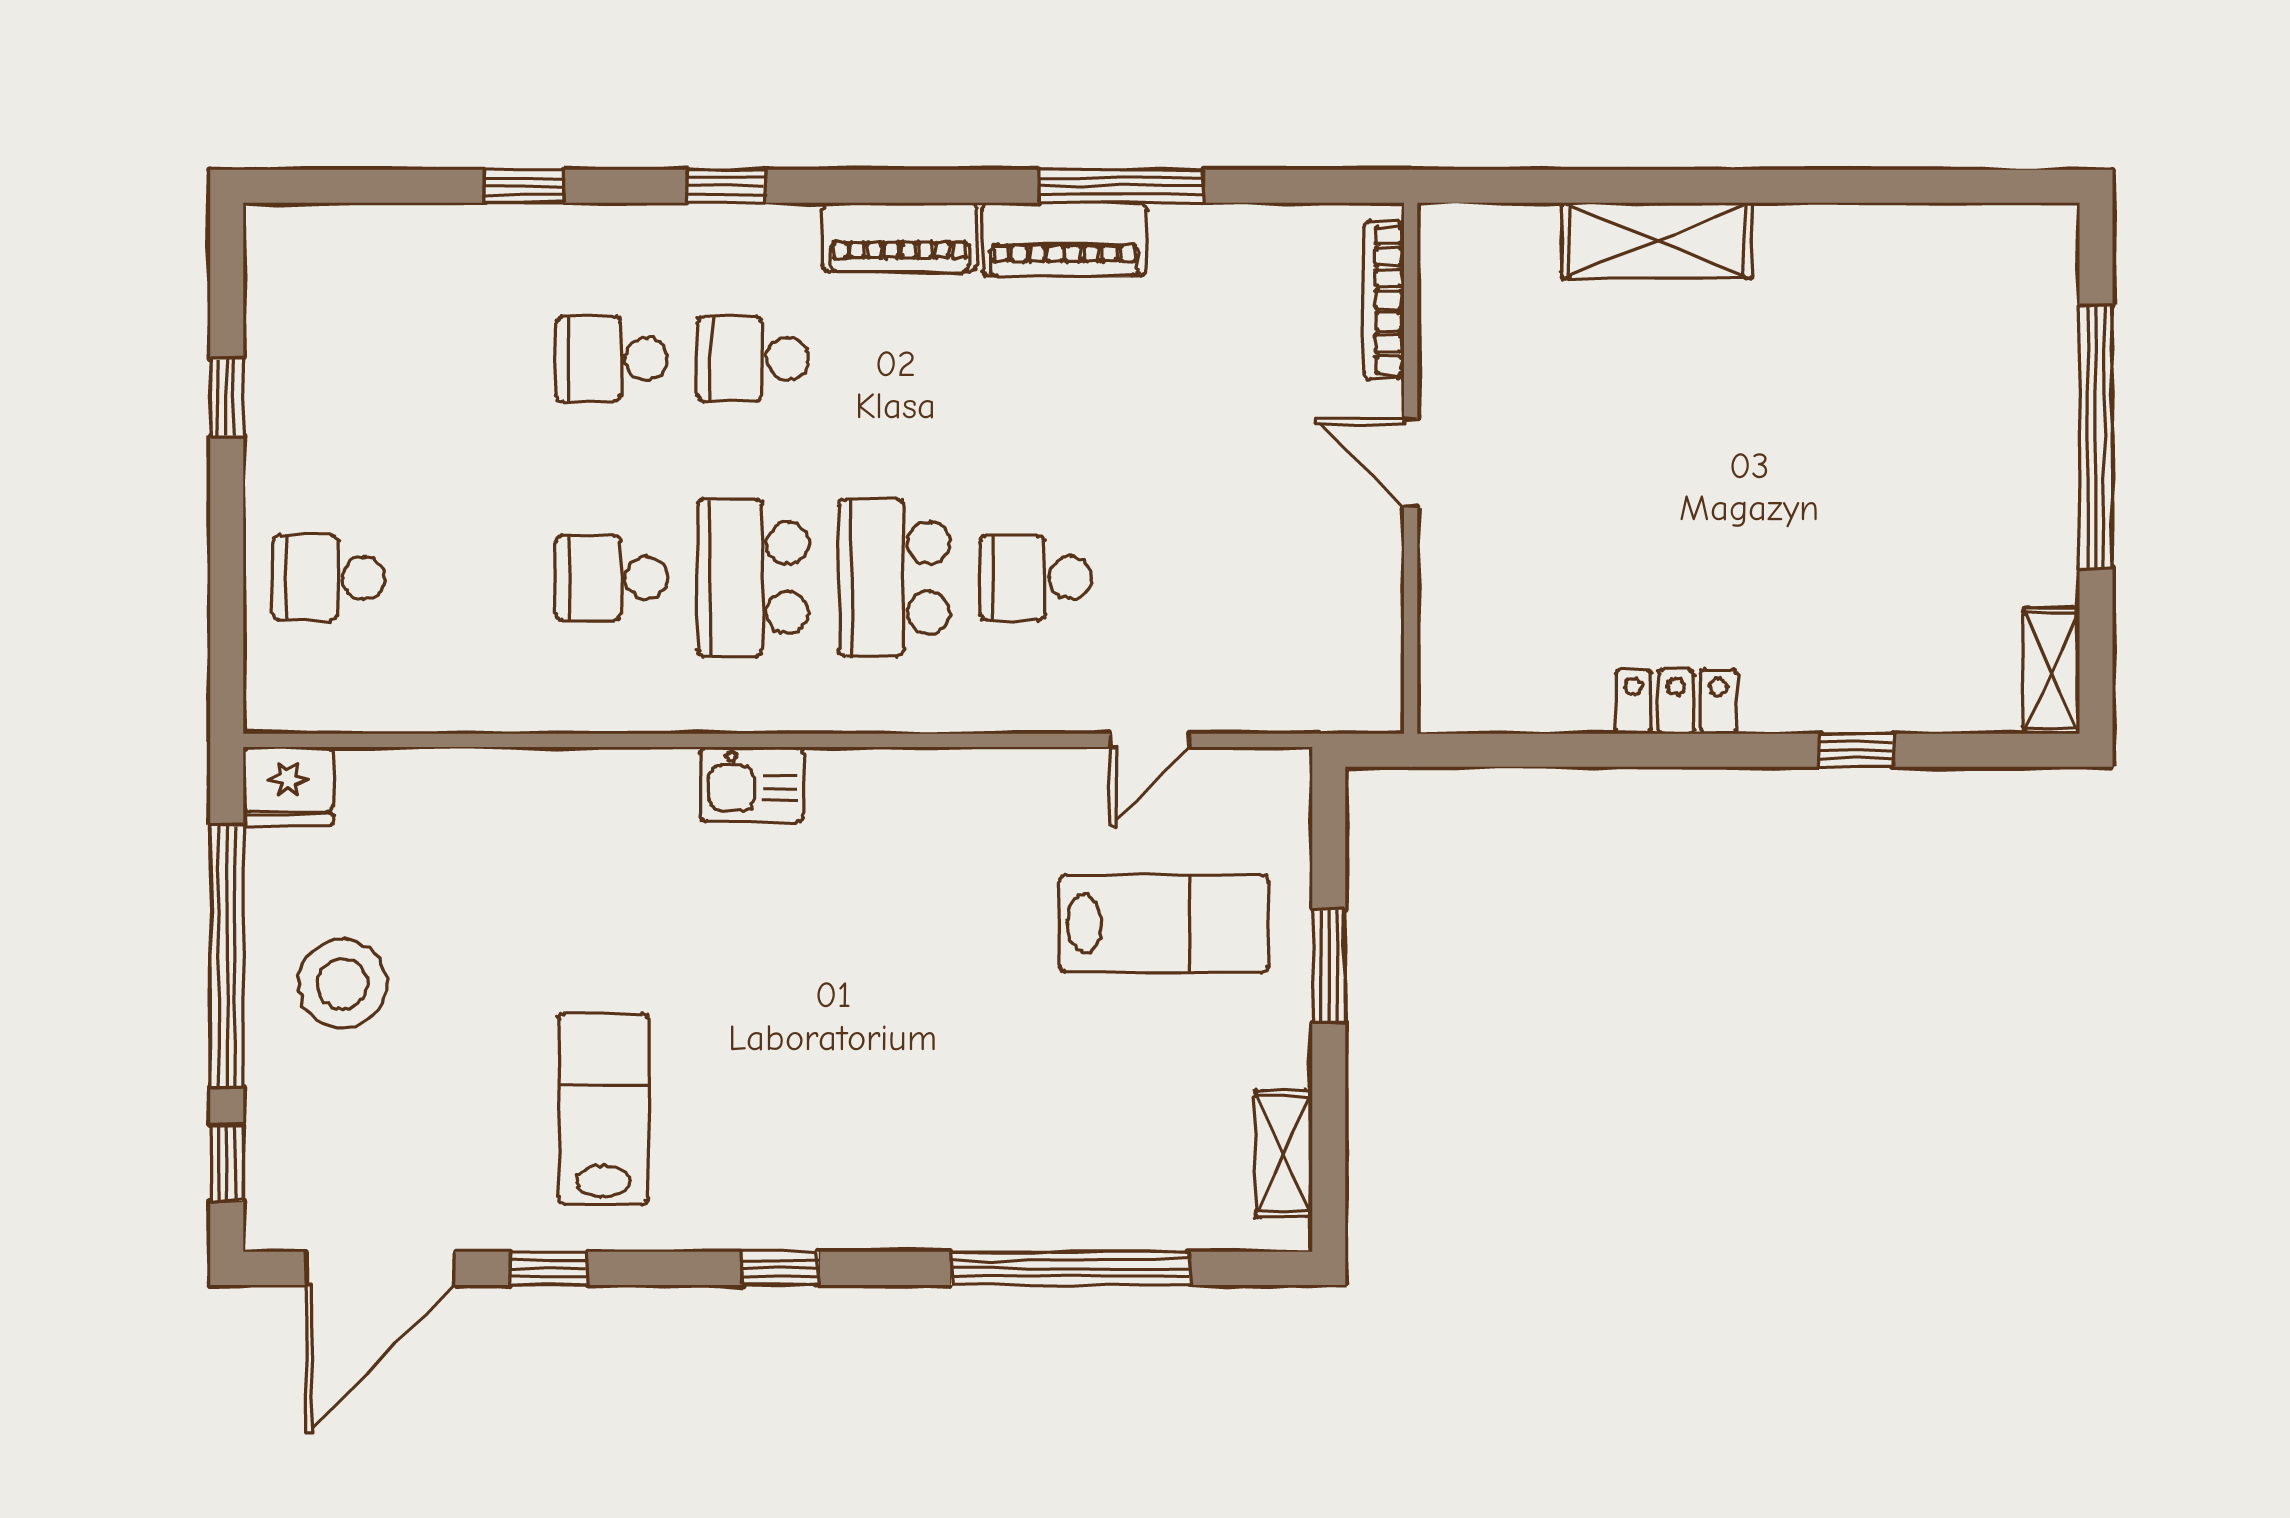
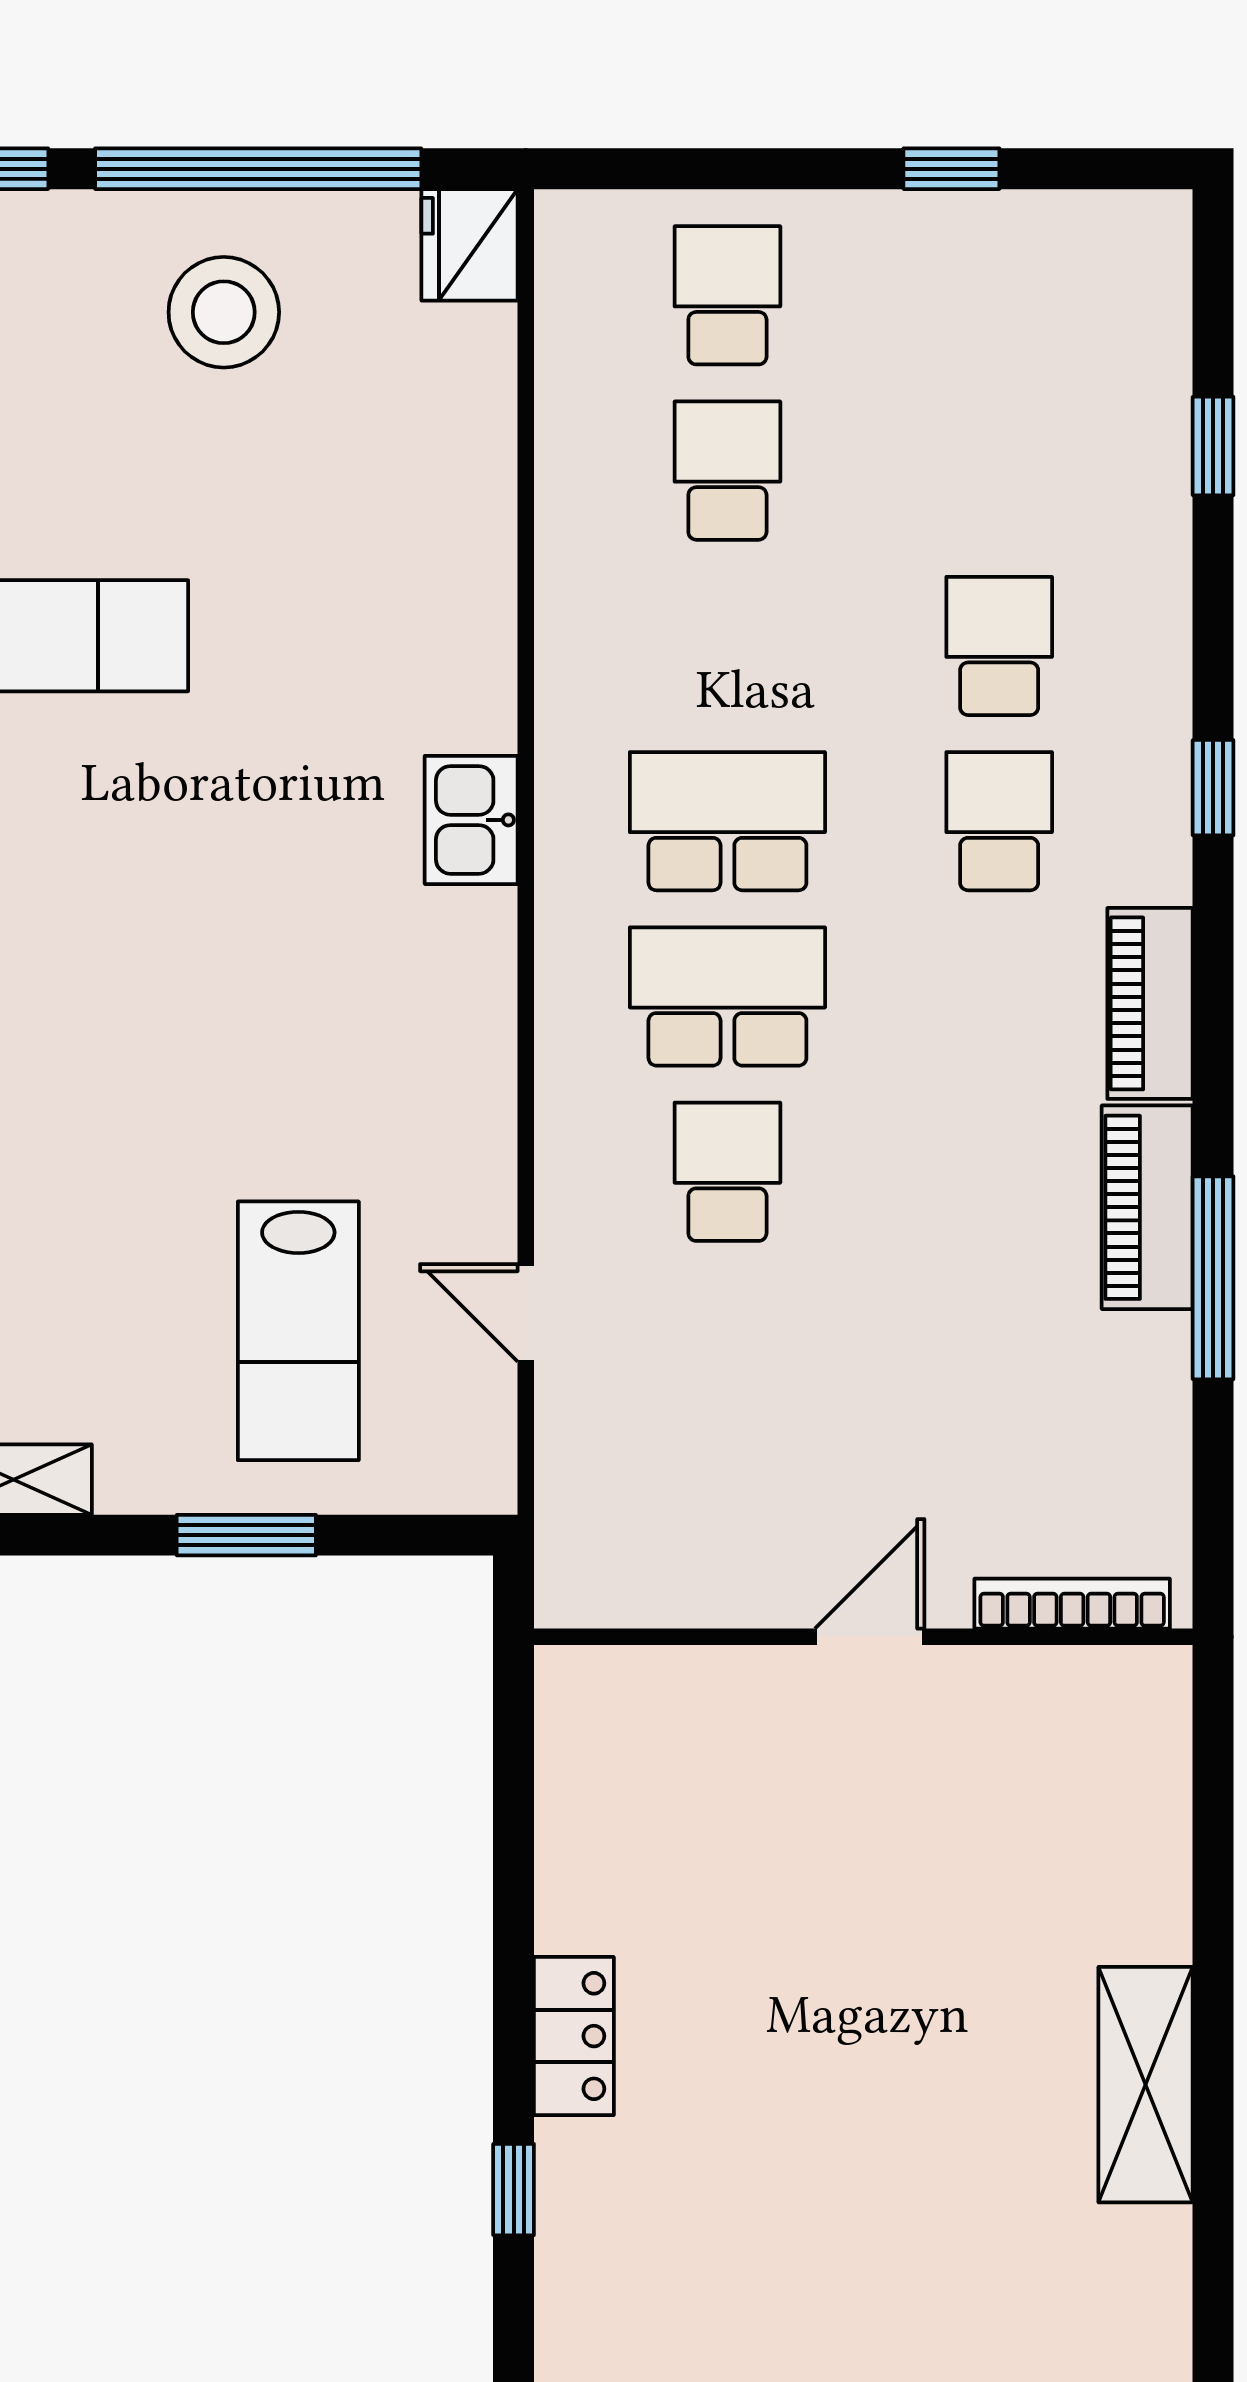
window: (524, 186) -> (1213, 446), moved
shelving: (1657, 241) -> (1146, 2085), moved
school desk: (612, 578) -> (727, 471), moved
locker: (1676, 702) -> (574, 2036), moved

